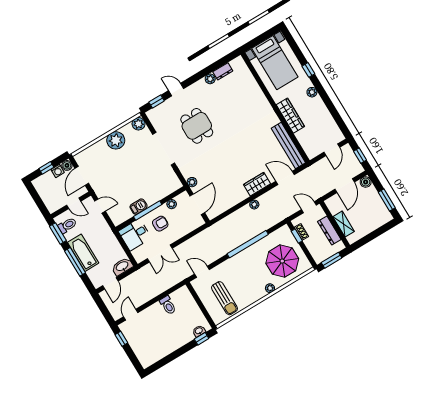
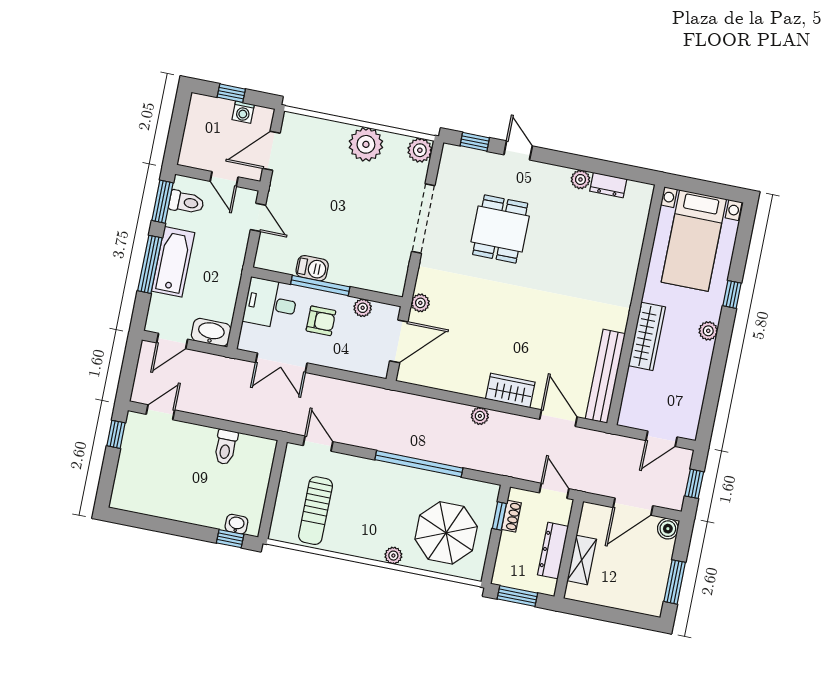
boiler: (67, 165) -> (264, 116), removed

